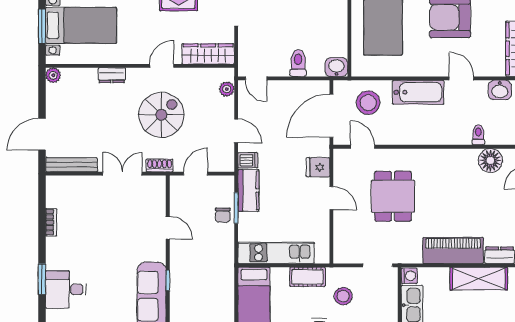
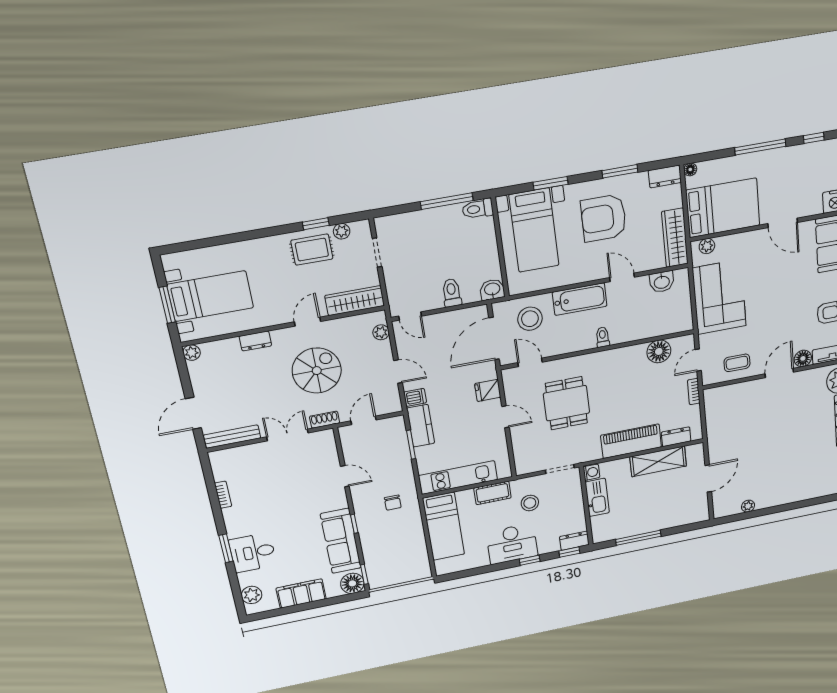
toilet: (478, 135) -> (603, 337), moved
chair: (223, 215) -> (393, 503), moved

